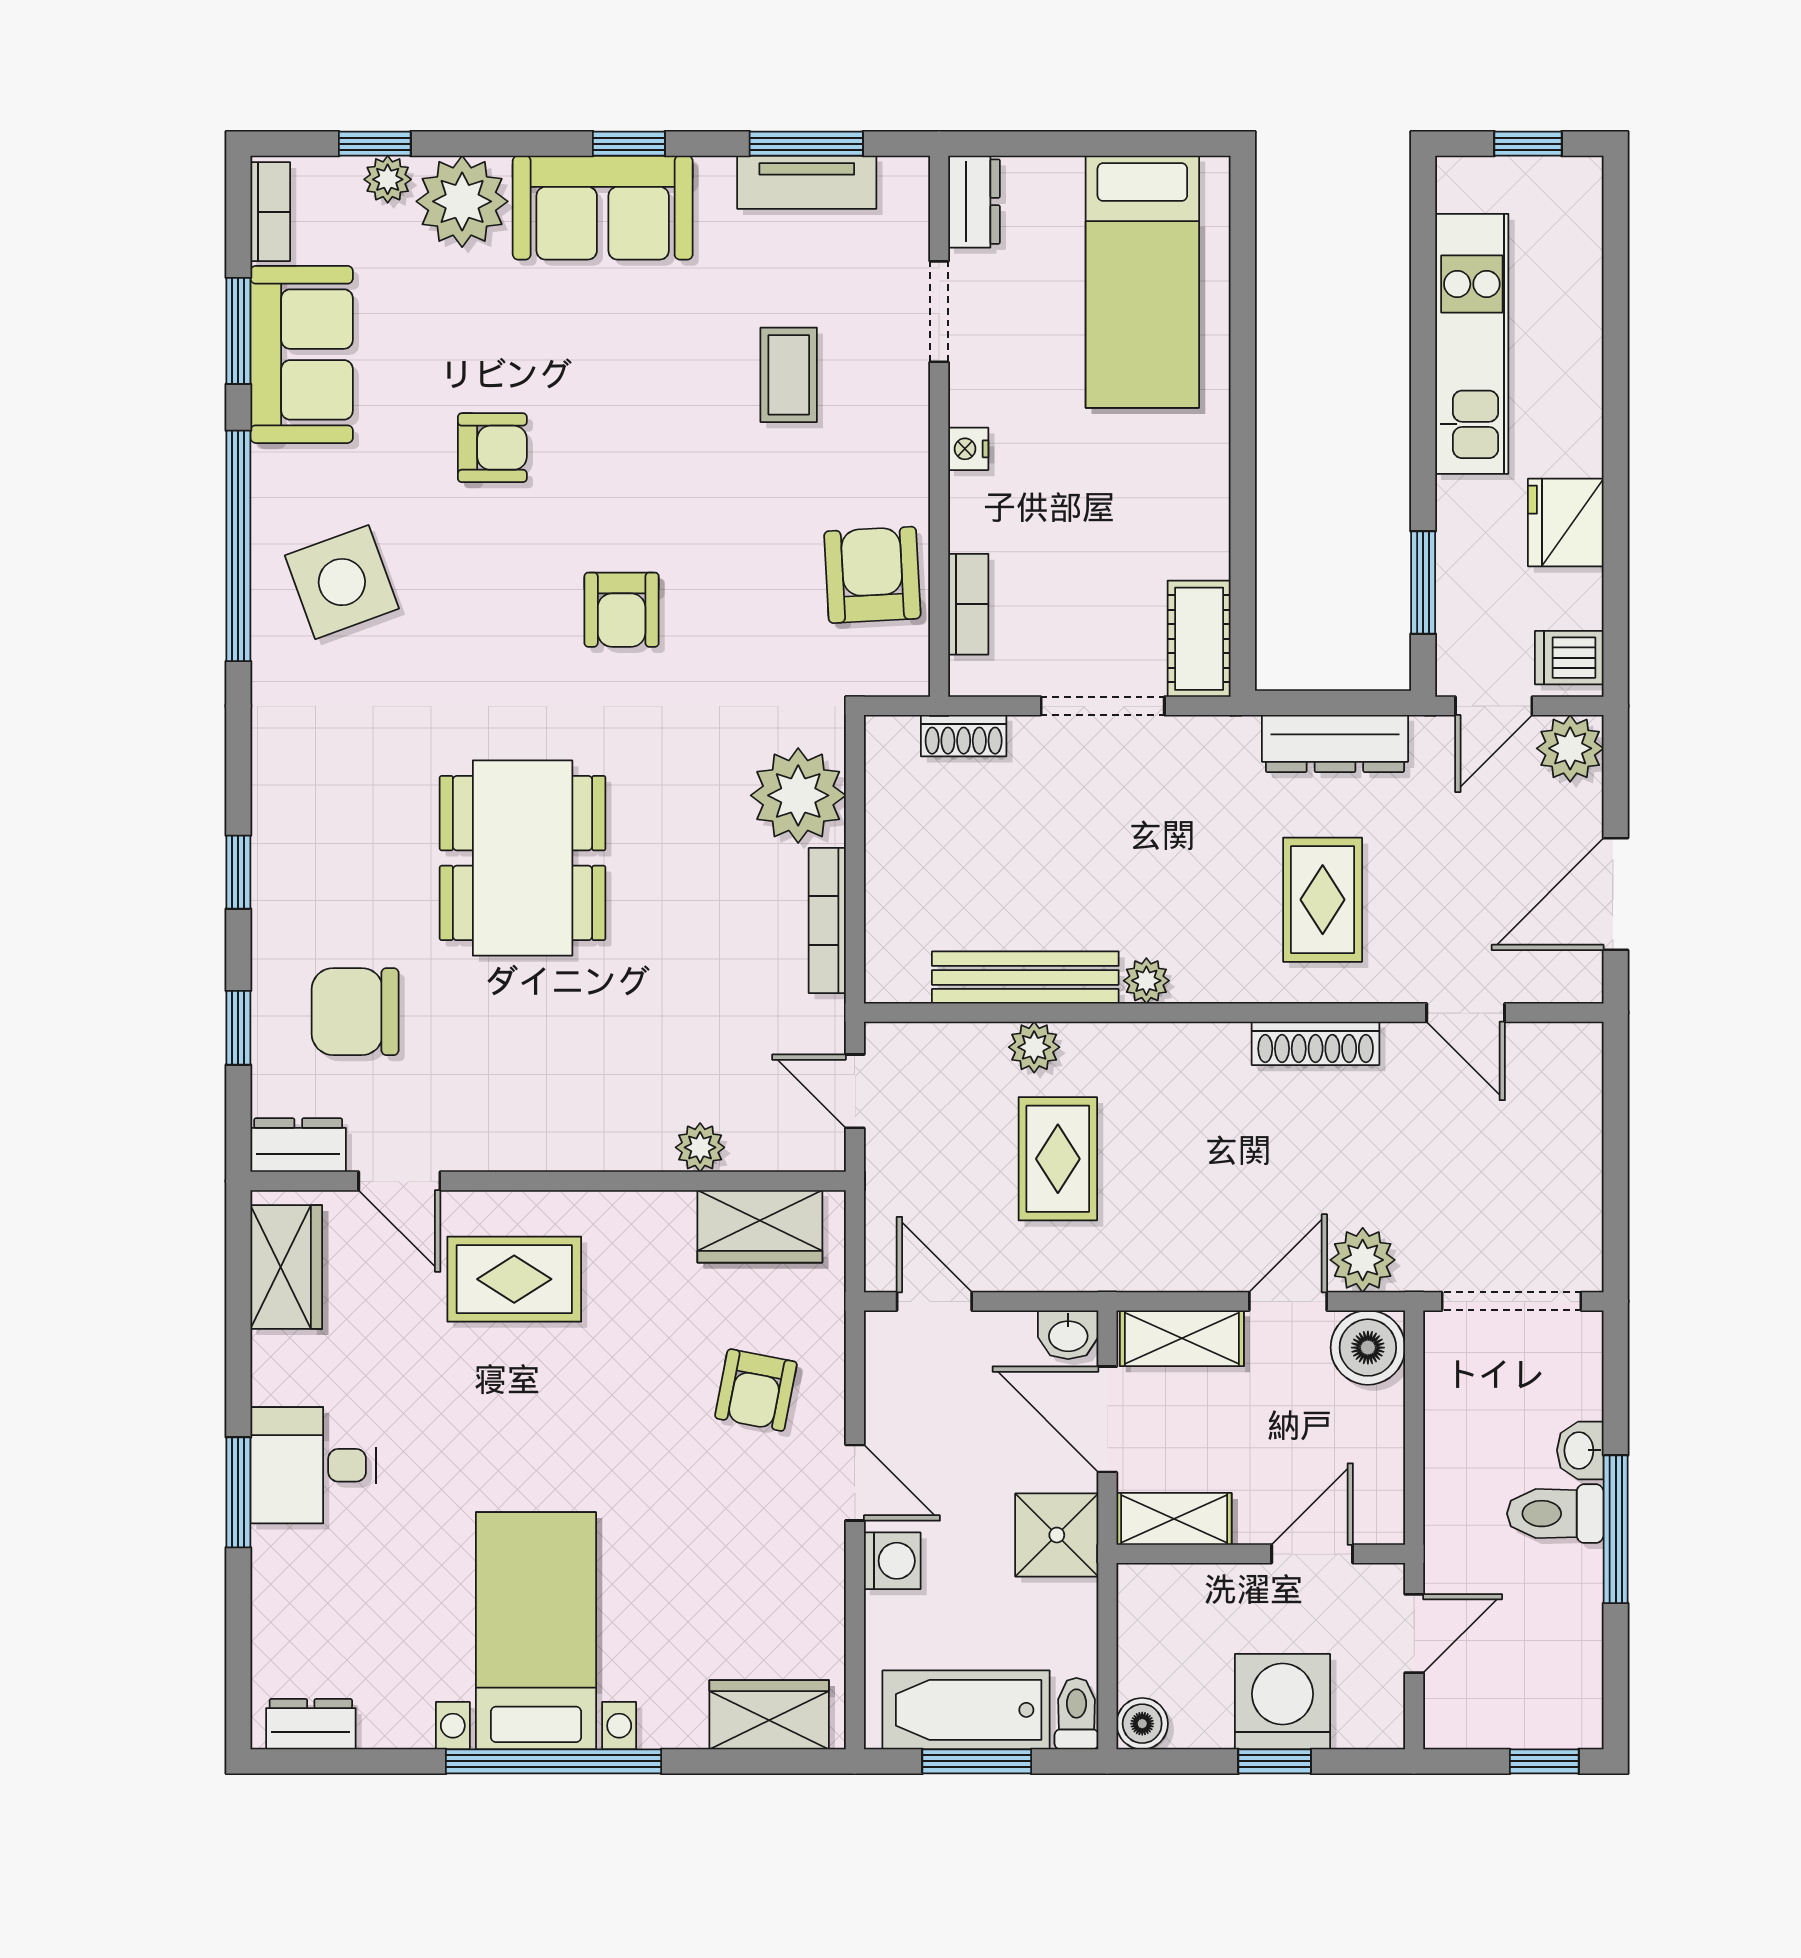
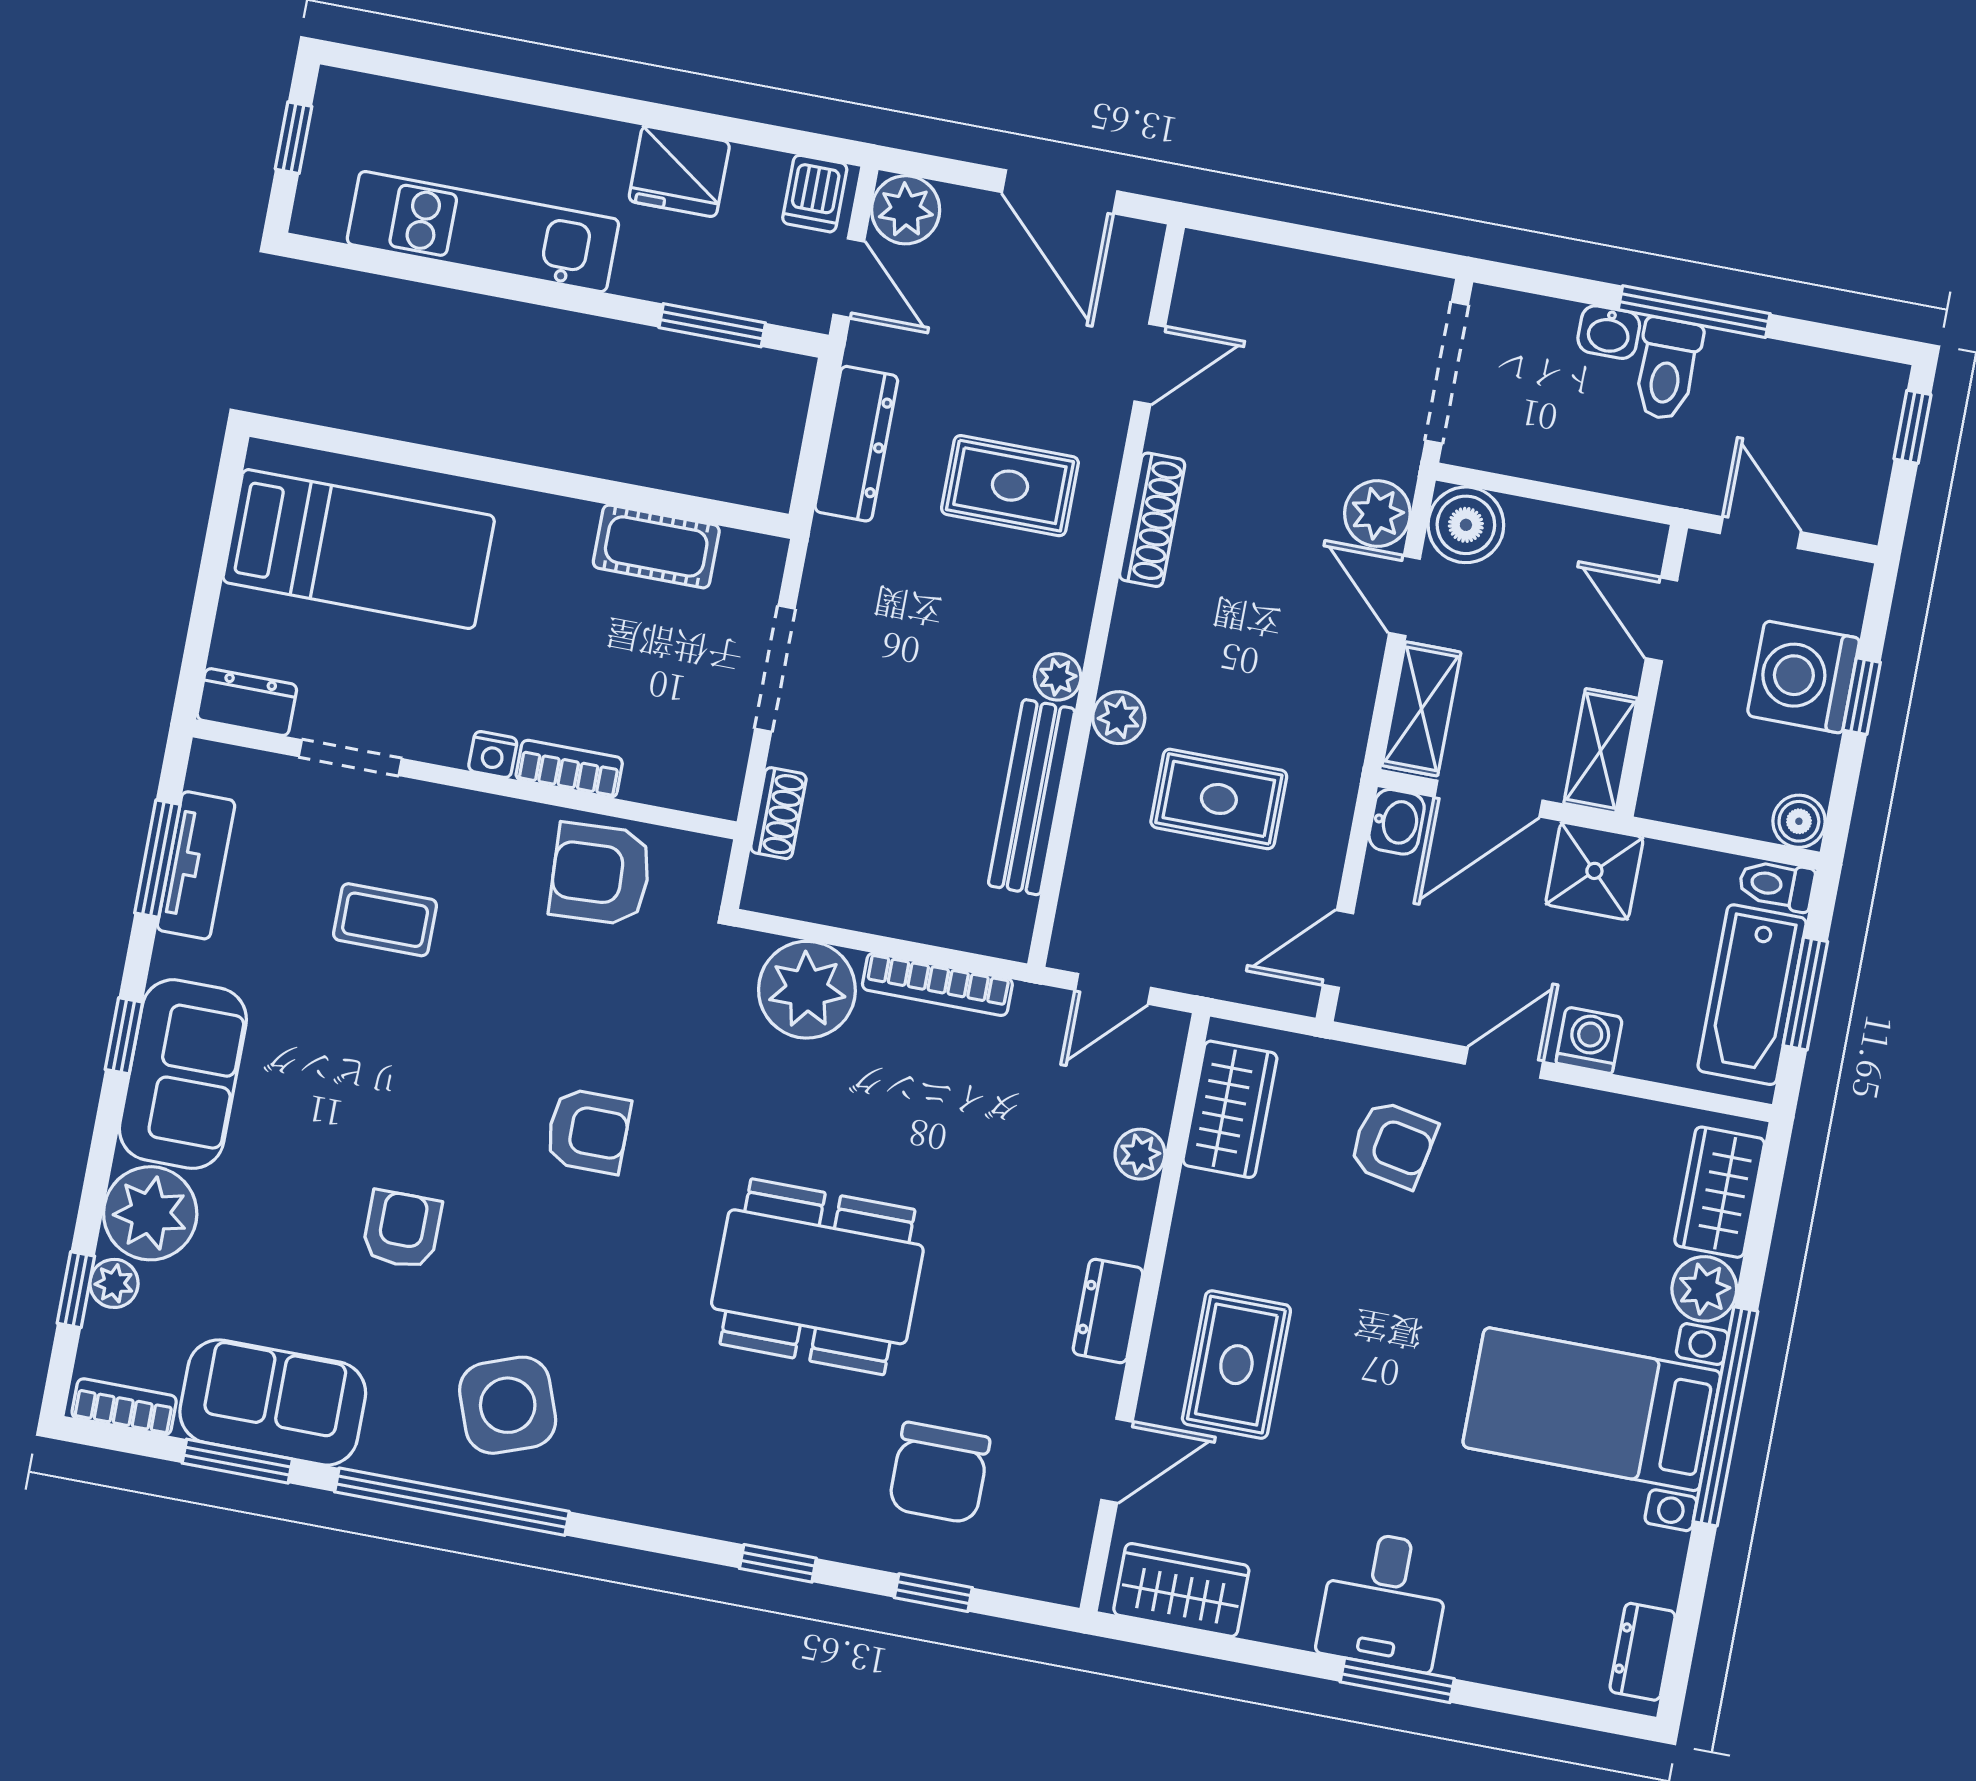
bookcase: (968, 604) -> (569, 769), moved
cot: (1199, 639) -> (656, 546), moved
plant: (1034, 1047) -> (1119, 718), moved
dresser: (298, 1145) -> (1108, 1311), moved
plant: (673, 1718) -> (1704, 1289), added

